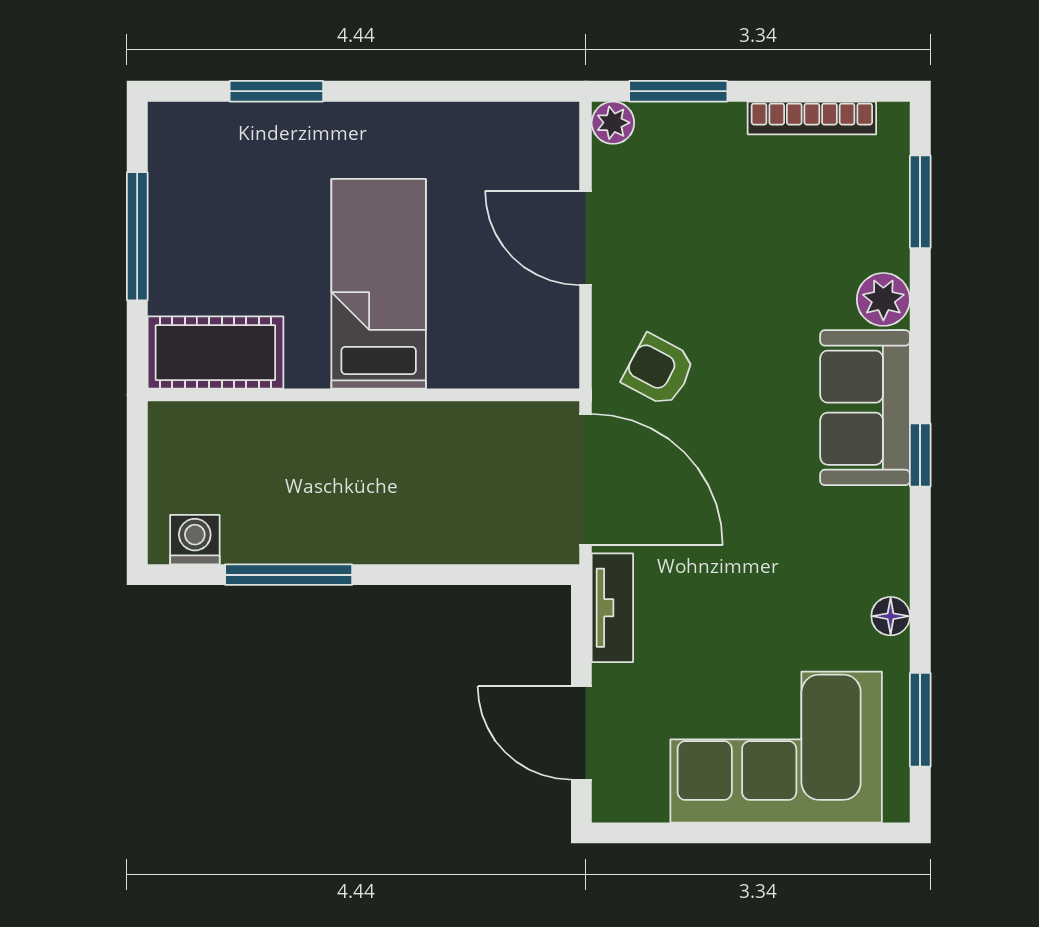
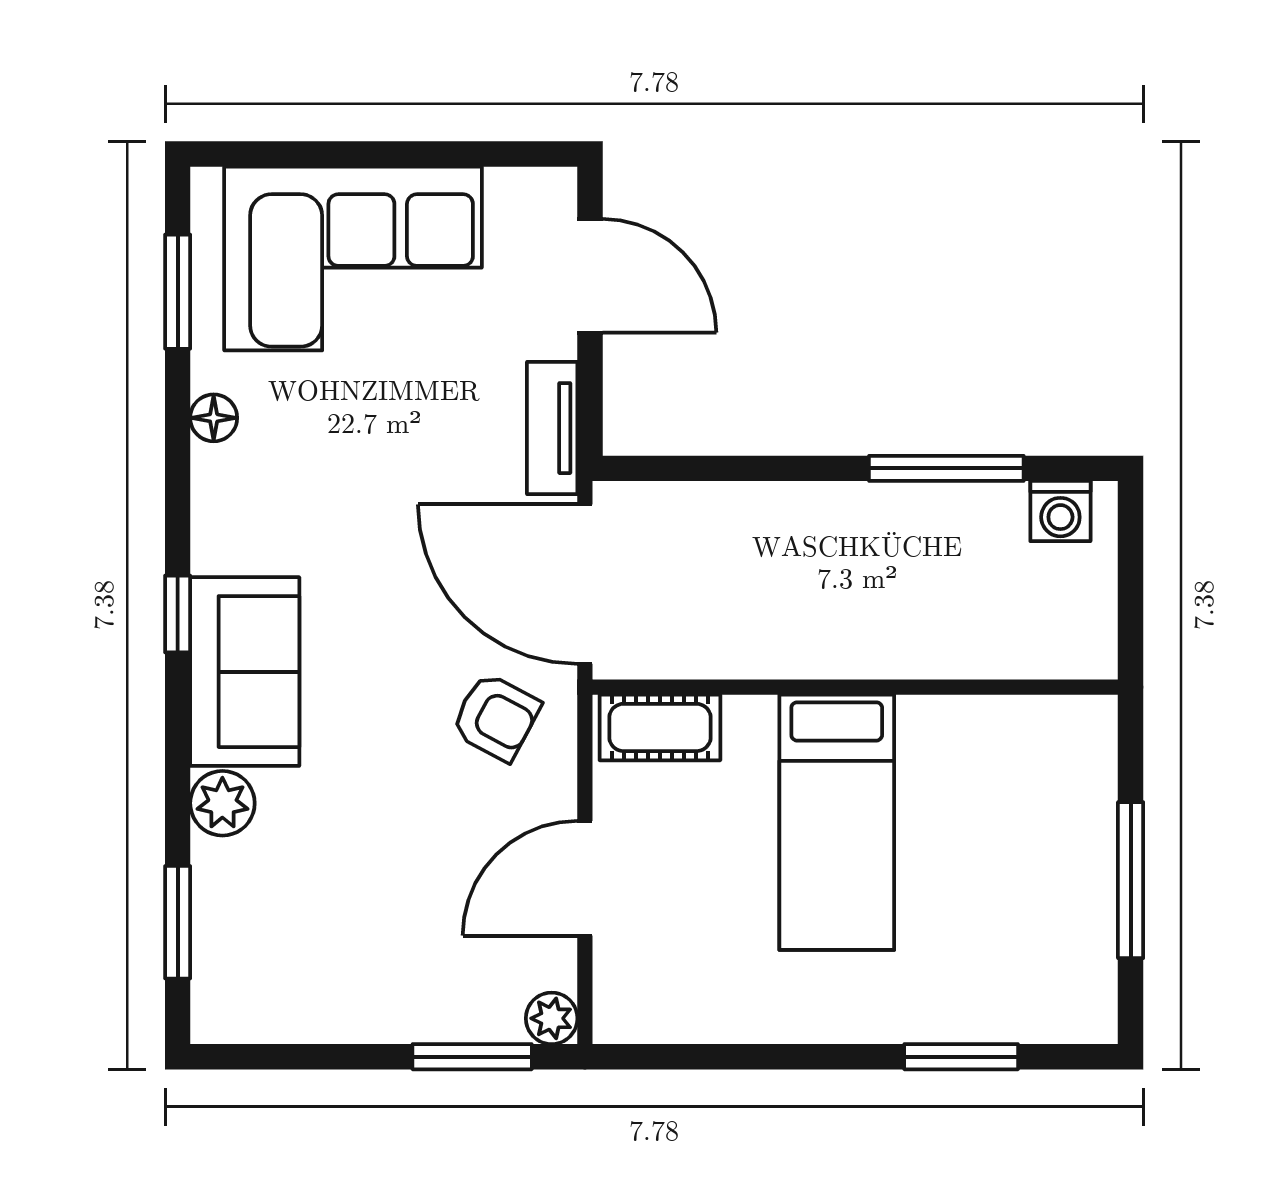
bookcase: (812, 118) -> (309, 1024), removed
door: (586, 238) -> (585, 878), swing flipped
cot: (215, 353) -> (660, 727), moved, width x0.73, depth x0.75

